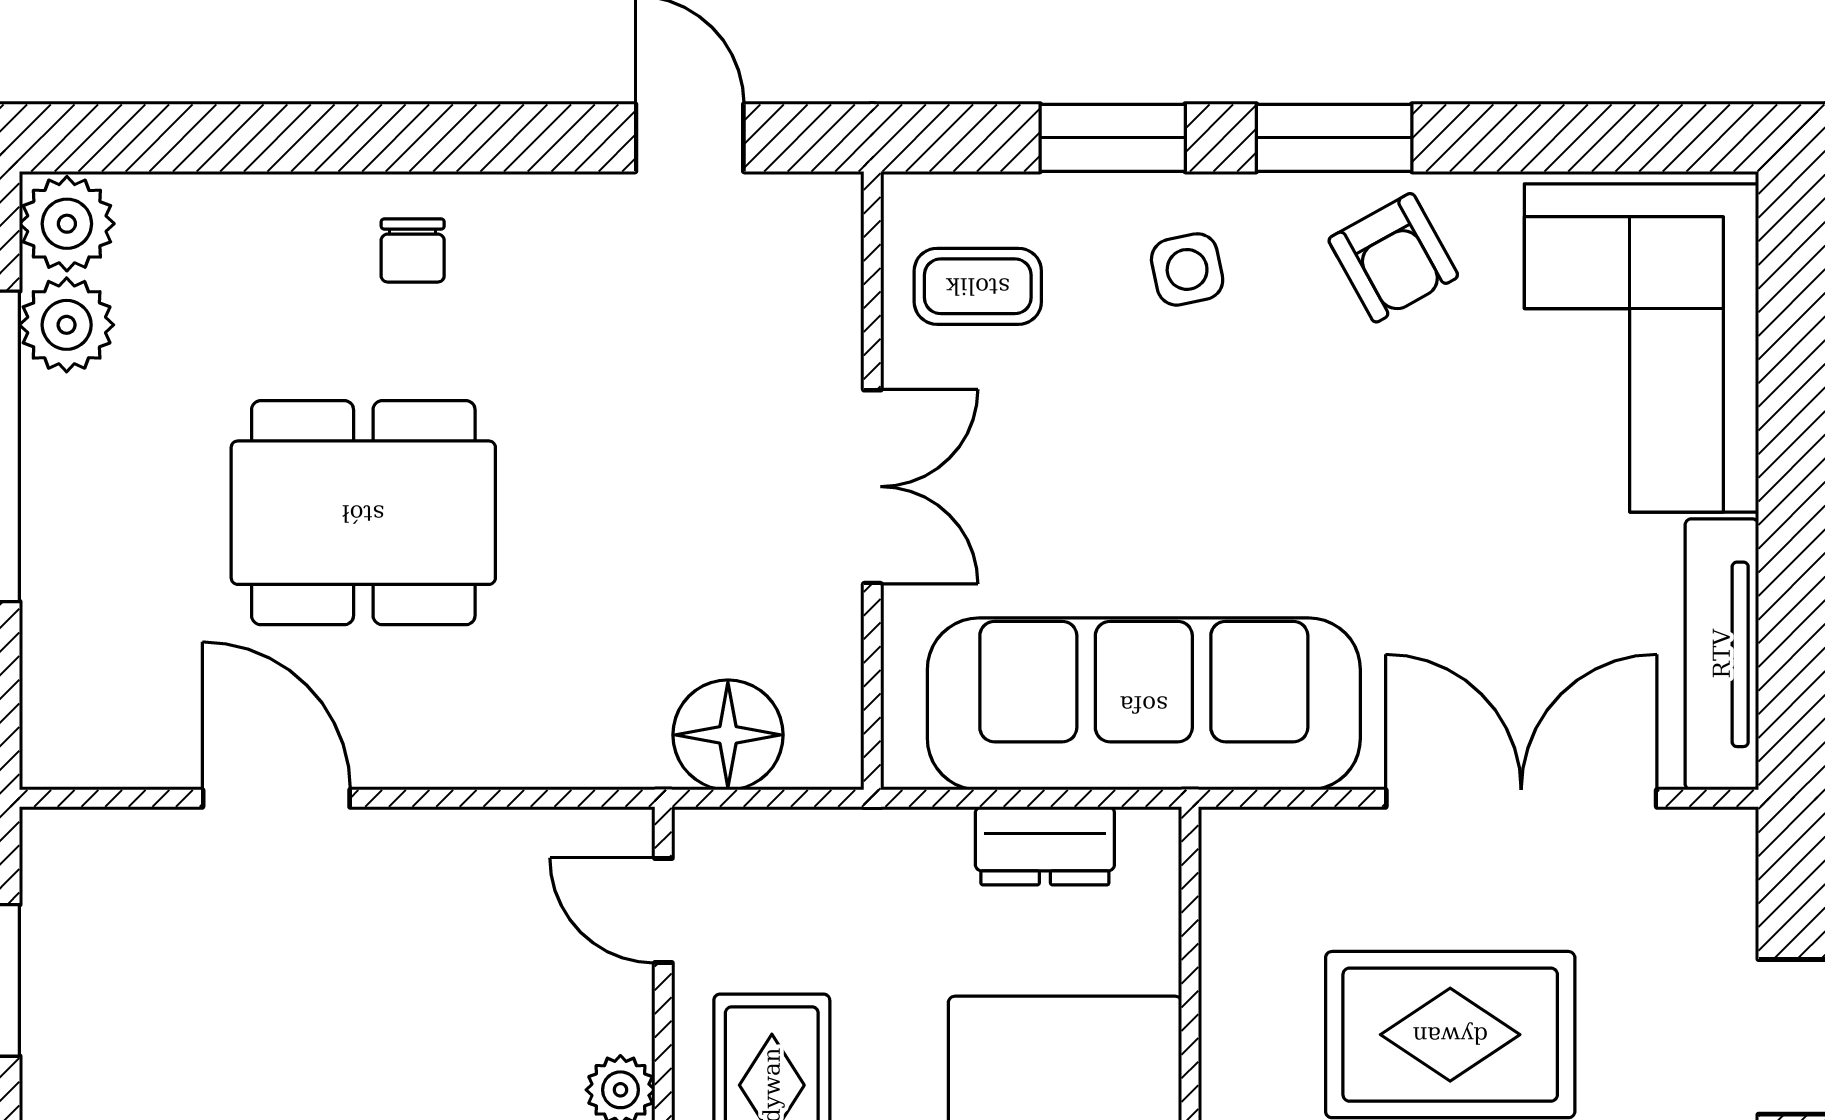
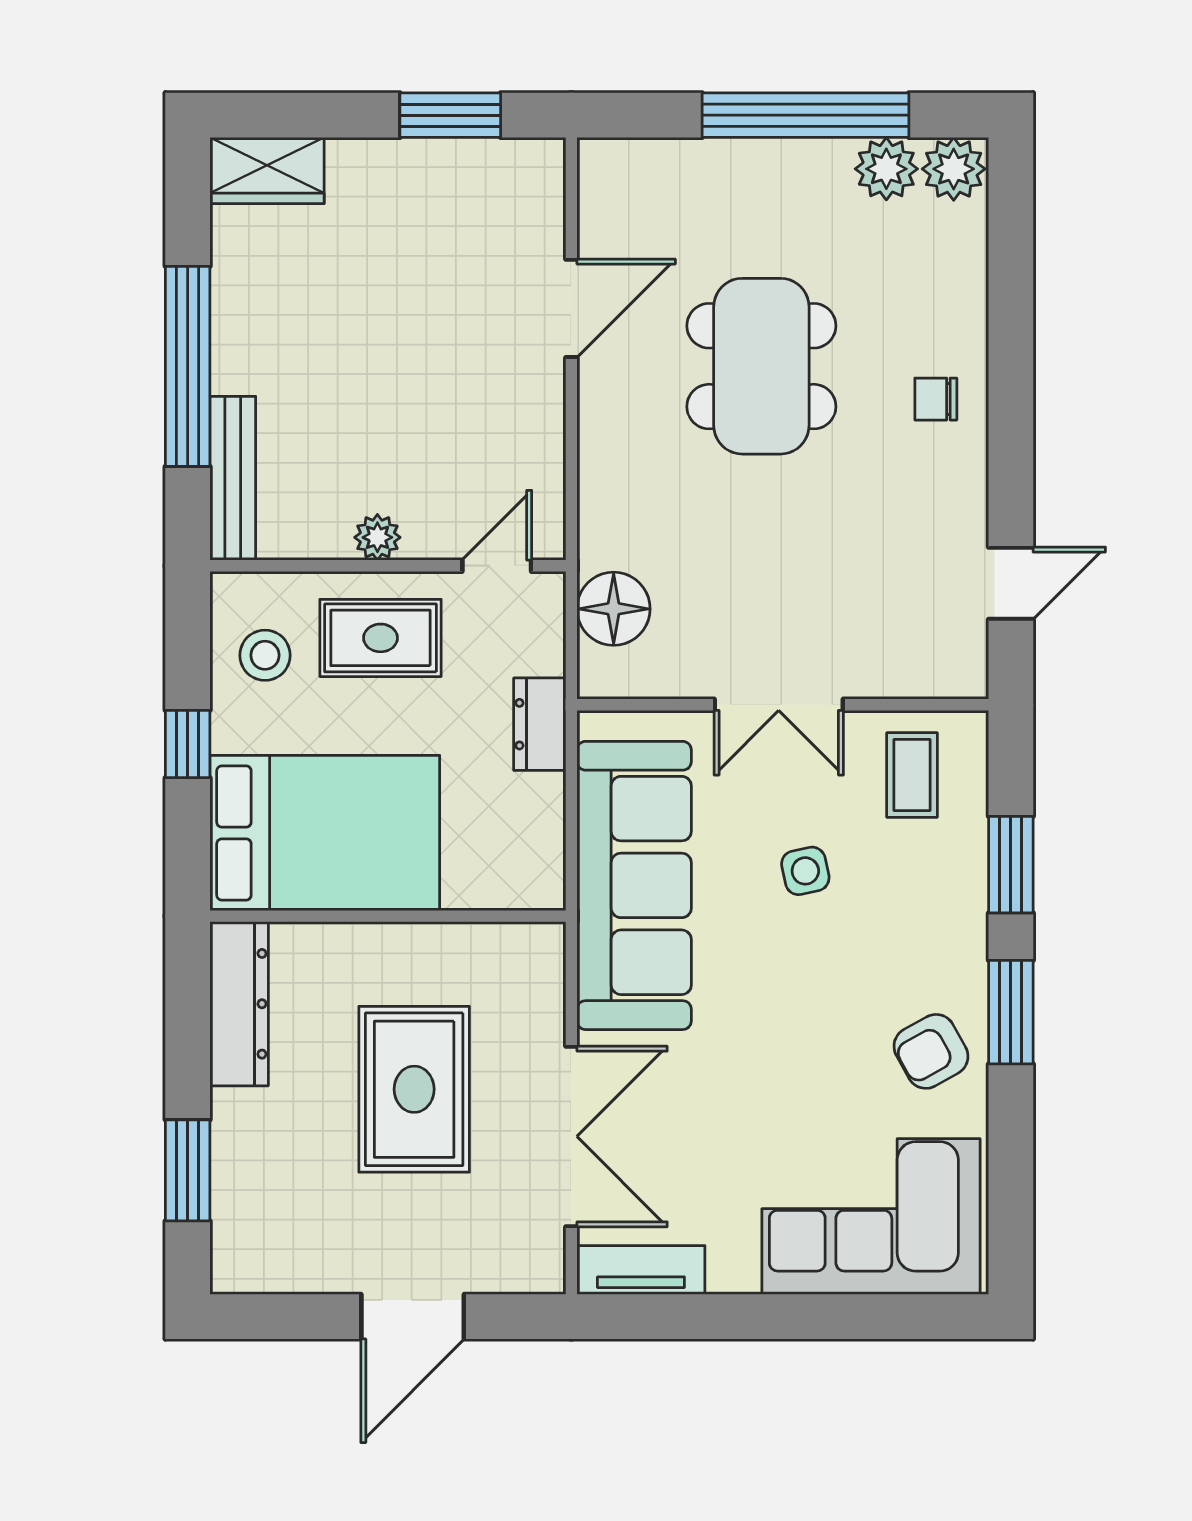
side table: (1187, 269) -> (805, 871), moved
tv unit: (1722, 654) -> (641, 1270), width x0.71
dresser: (1045, 846) -> (540, 724), moved

